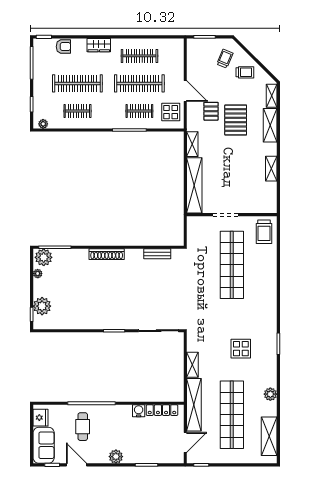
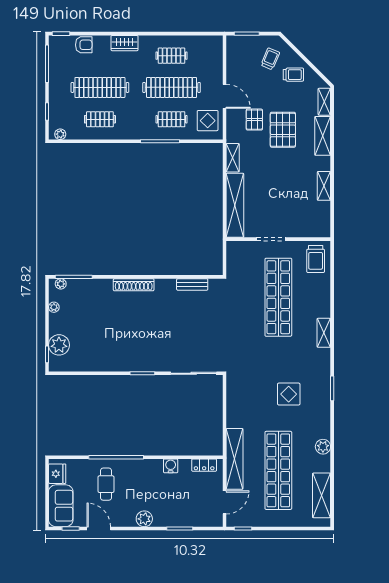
clothes rail: (139, 56) -> (172, 56), width x0.73
plant: (44, 257) -> (61, 284), width x0.53, depth x0.53
shelving: (192, 365) -> (324, 333), moved
locker: (162, 410) -> (204, 465), width x0.66

